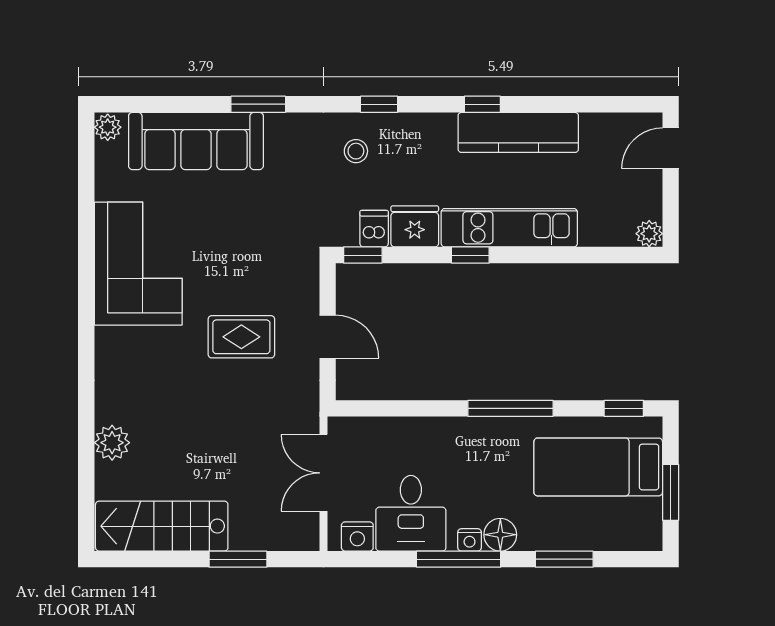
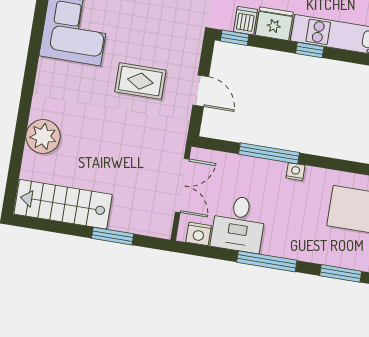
window: (510, 408) -> (269, 153), moved
plant: (112, 443) -> (43, 136), width x1.36, depth x1.36
double door: (323, 473) -> (182, 185), swing flipped
floor lamp: (500, 535) -> (299, 249), removed
nightstand: (470, 540) -> (295, 172), moved, turned 180

